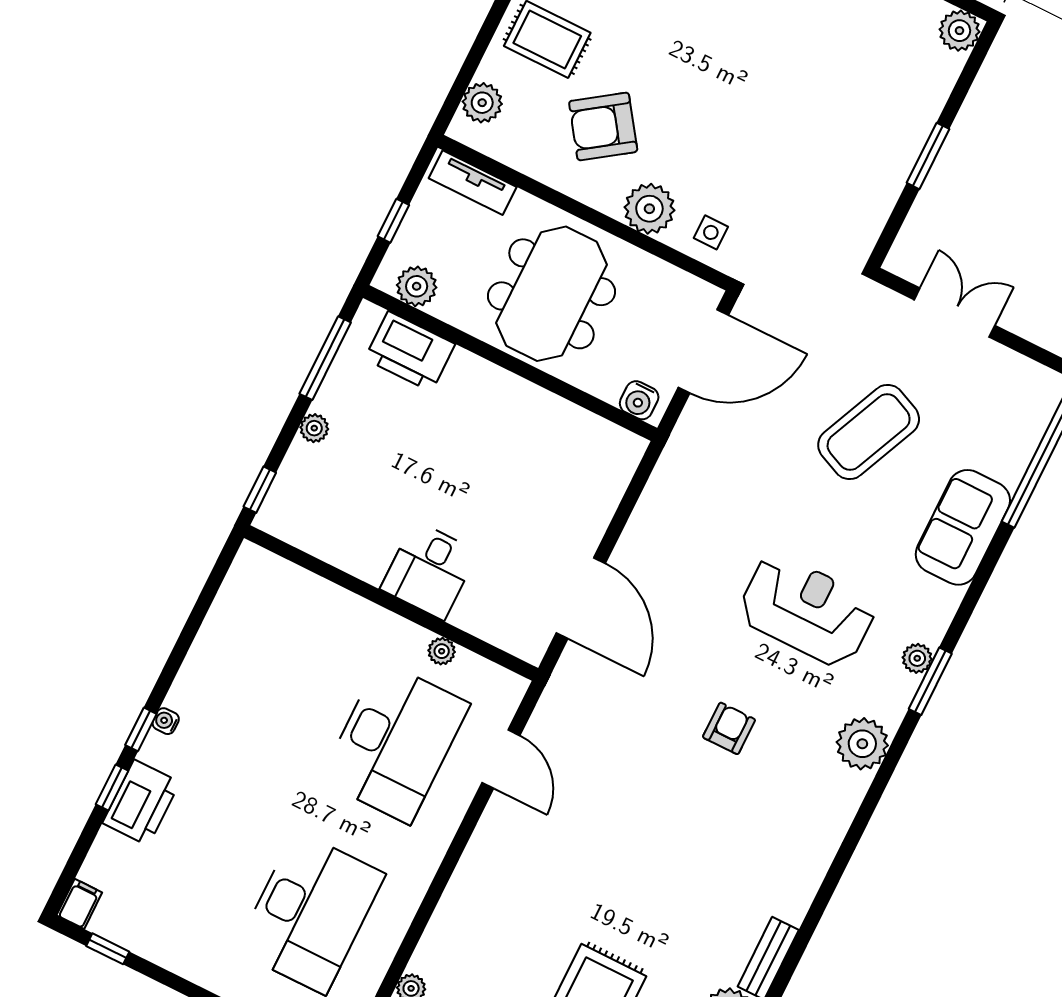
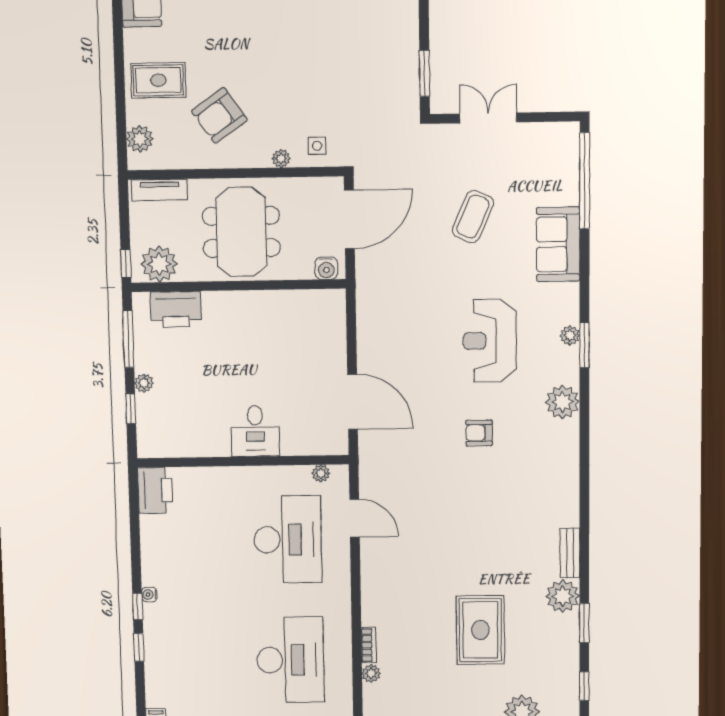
window: (928, 156) -> (424, 74), moved
plant: (649, 209) -> (281, 159), width x0.53, depth x0.53
window: (393, 221) -> (126, 263), moved
plant: (417, 286) -> (159, 264), width x1.36, depth x1.36
coffee table: (869, 432) -> (473, 217), width x0.73, depth x0.76
window: (260, 490) -> (131, 409), moved
reception desk: (807, 610) -> (490, 341), turned -90
plant: (442, 651) -> (321, 473), moved
armchair: (729, 728) -> (479, 433), turned -90
printer: (141, 803) -> (155, 490), moved
bookcase: (428, 946) -> (369, 645), added

